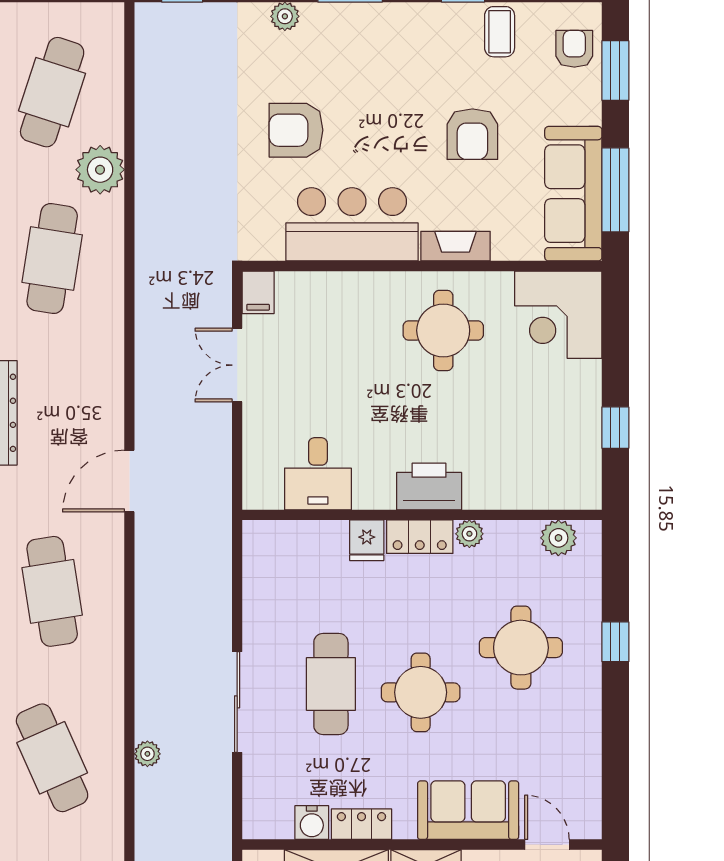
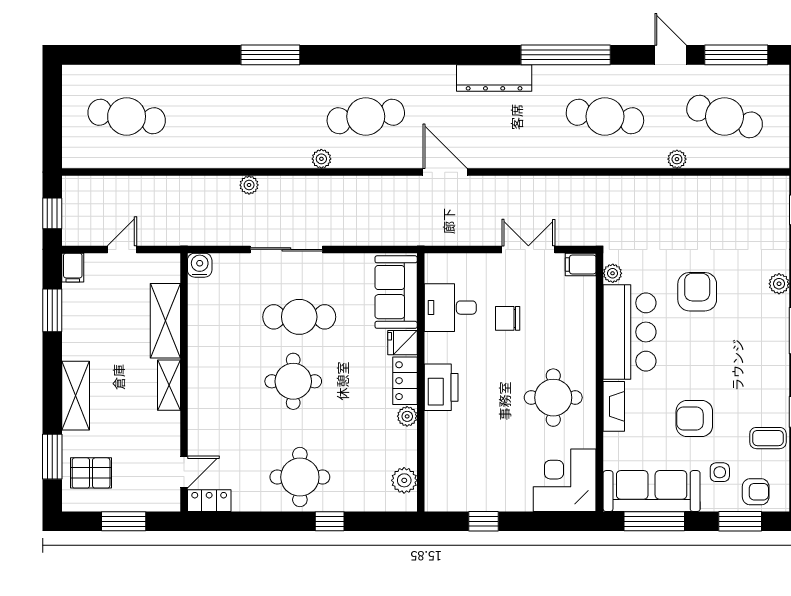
side table: (547, 99) -> (720, 472), added
plant: (100, 170) -> (677, 159), width x0.53, depth x0.53
plant: (270, 248) -> (613, 273), added
chair: (333, 394) -> (508, 318), added
round table: (521, 648) -> (300, 477), moved
plant: (111, 653) -> (321, 159), added
cafe table: (52, 758) -> (246, 116), removed
sofa: (468, 810) -> (396, 292), moved, turned 180
water cooler: (312, 823) -> (200, 265), moved, turned 90
locker: (361, 824) -> (209, 501), moved, turned -90

